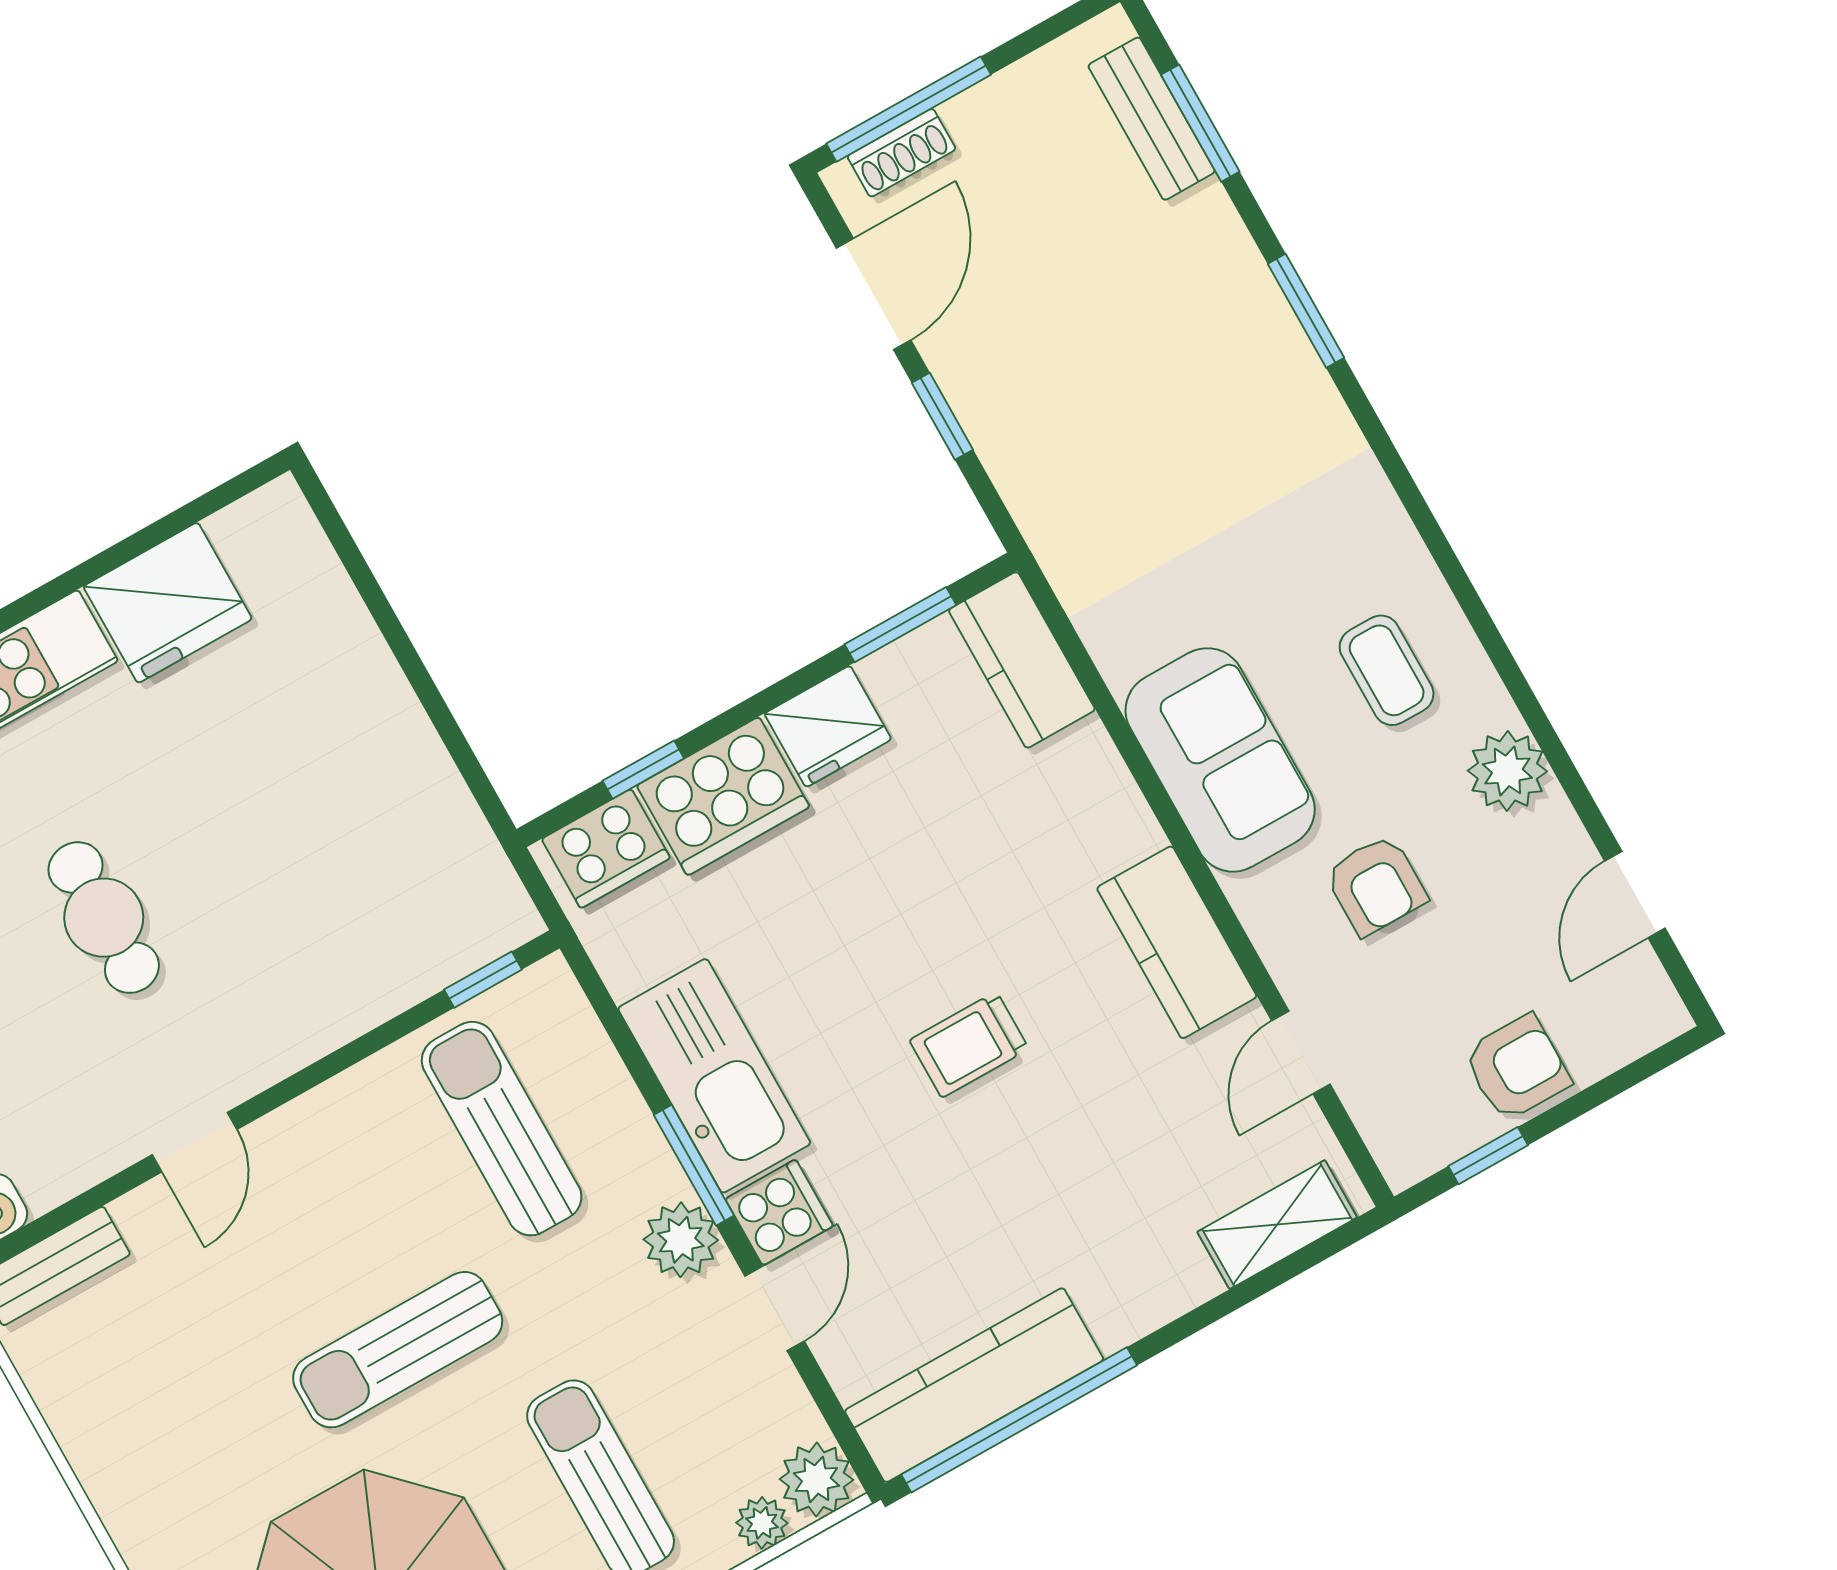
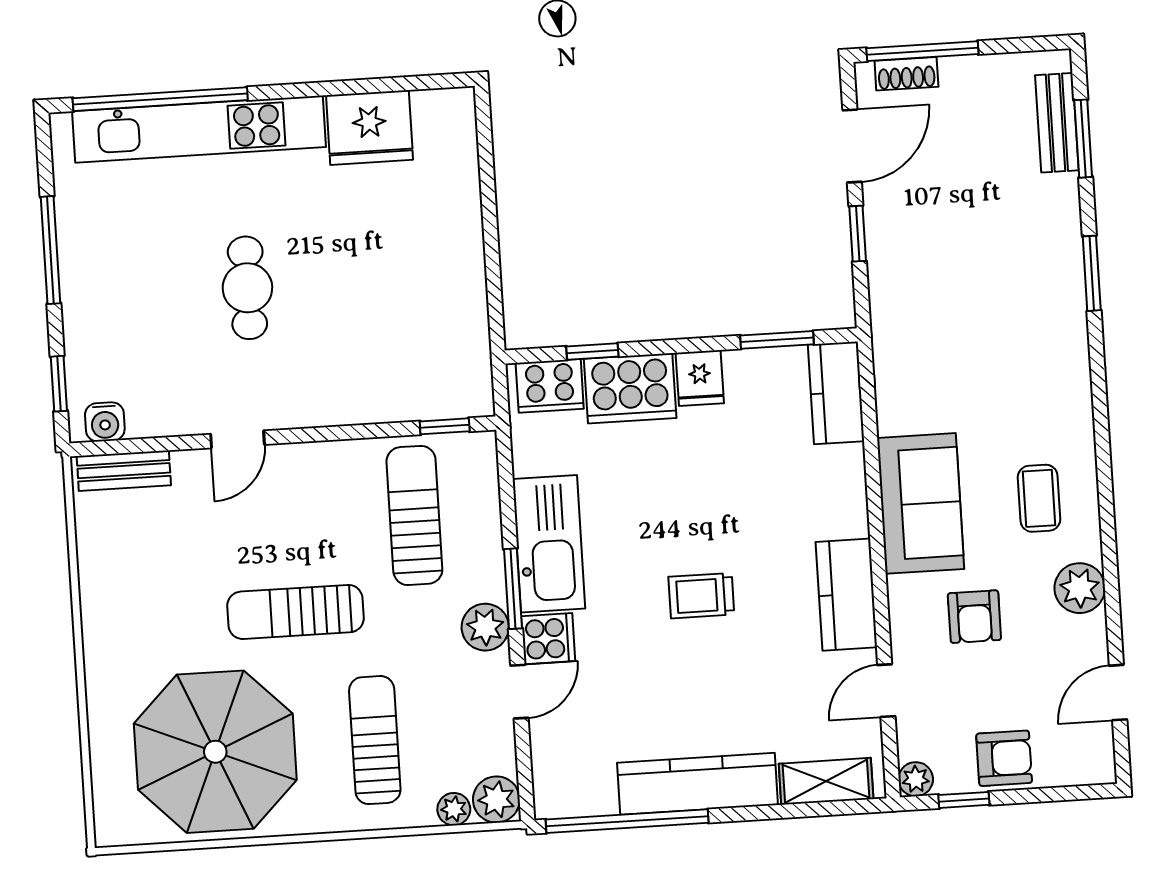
fridge: (828, 726) -> (700, 378), width x0.72
plant: (1404, 1159) -> (916, 779), added
kitchen counter: (974, 1385) -> (698, 784), moved

